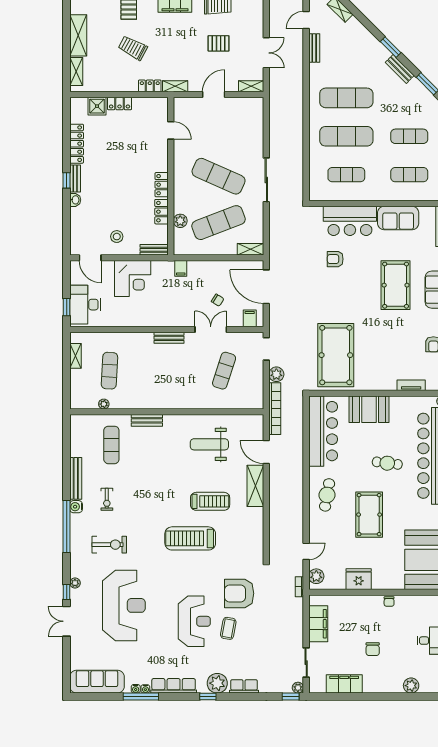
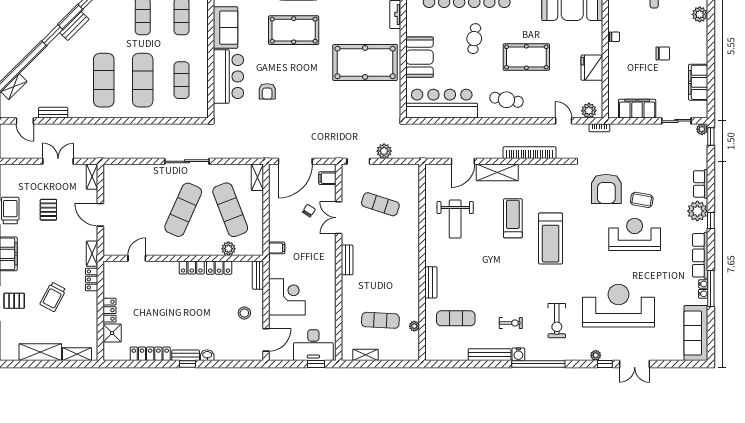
pool table: (336, 355) -> (365, 62), moved
bookcase: (275, 409) -> (530, 153), moved
exercise bike: (109, 545) -> (557, 321), turned 180

